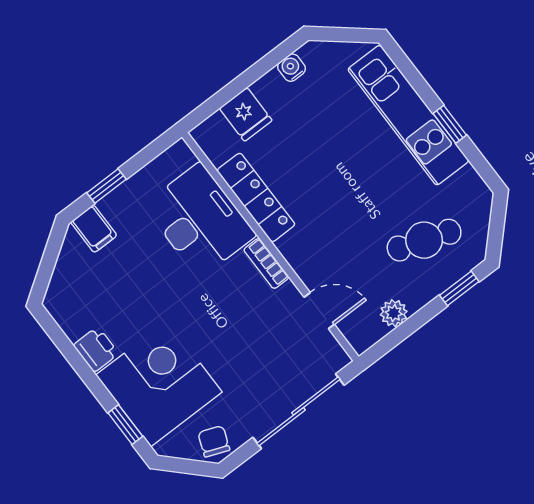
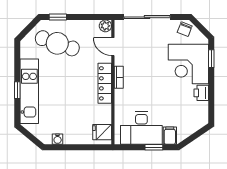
fridge: (246, 114) -> (102, 132), moved, turned -90
window: (450, 124) -> (17, 90), moved
locker: (256, 197) -> (105, 83), moved
desk: (200, 220) -> (141, 128), moved, turned -90
cafe table: (424, 240) -> (57, 43), width x1.37, depth x1.35
plant: (394, 313) -> (105, 26), moved

